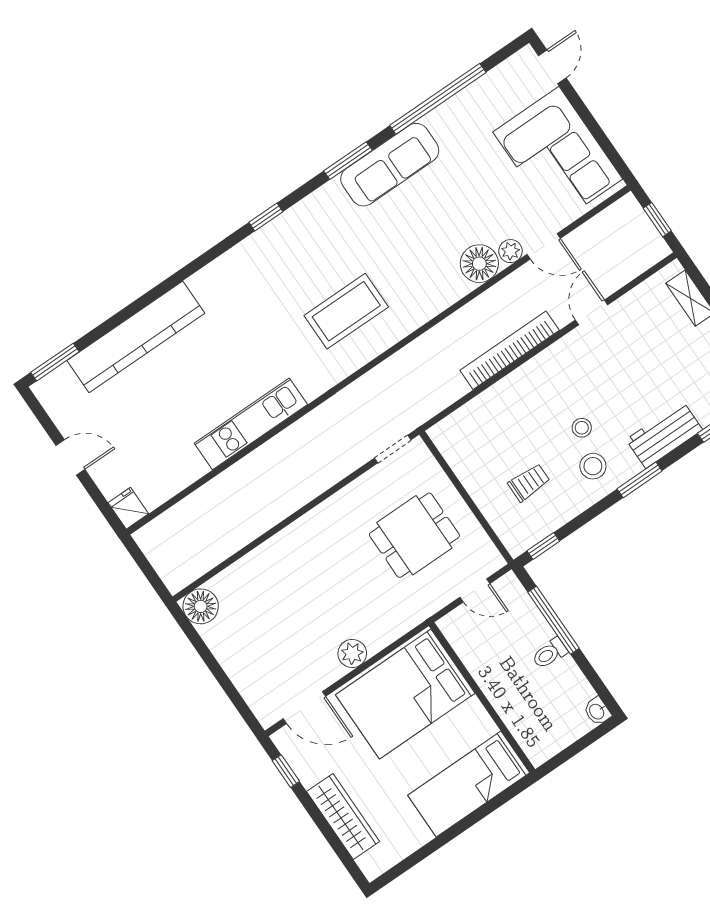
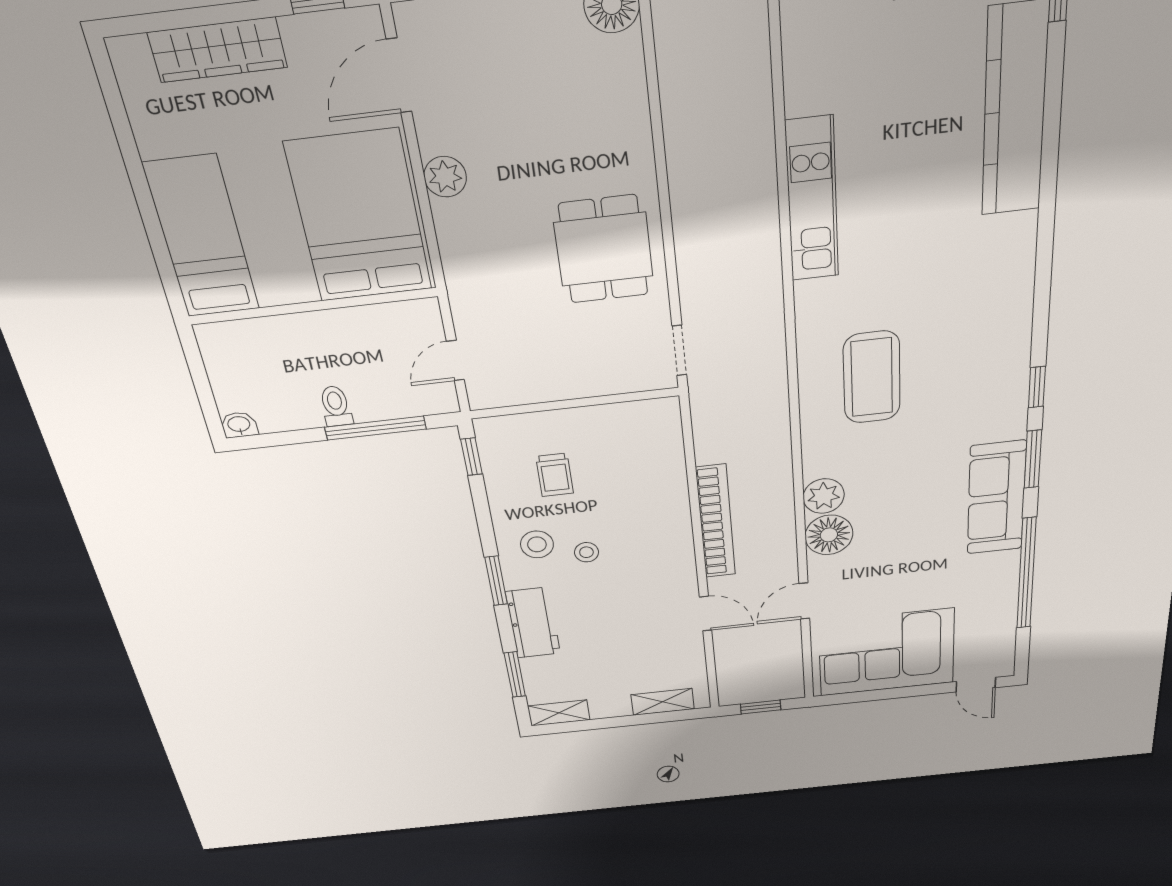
window: (266, 217) -> (1037, 387), moved
plant: (511, 251) -> (824, 496), moved, width x1.38, depth x1.38
dining table: (414, 535) -> (604, 249), moved

